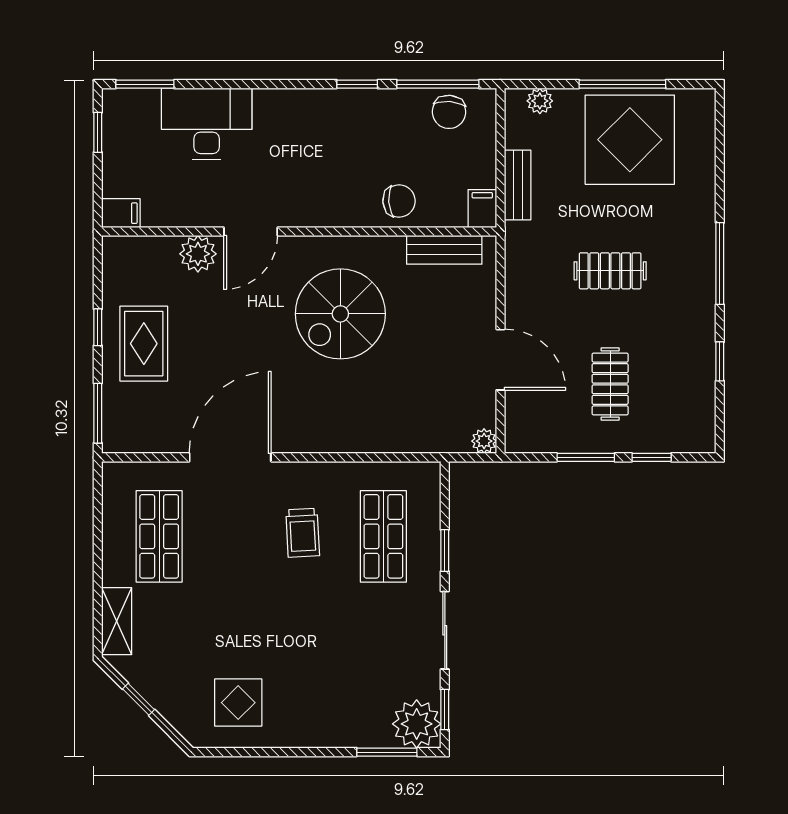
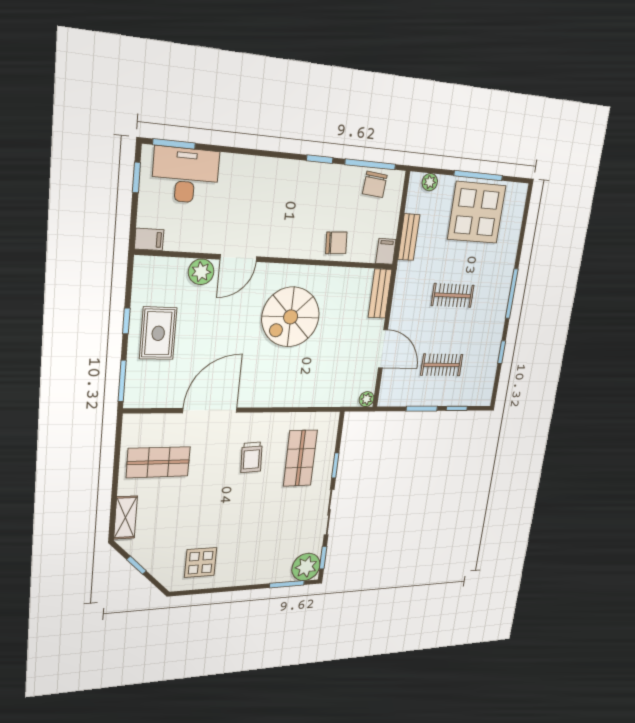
desk: (207, 124) -> (186, 175), moved
bench: (444, 250) -> (380, 294), moved, turned 90
clothes rail: (610, 384) -> (442, 365), turned 90
shop shelf: (159, 536) -> (158, 462), turned 90

